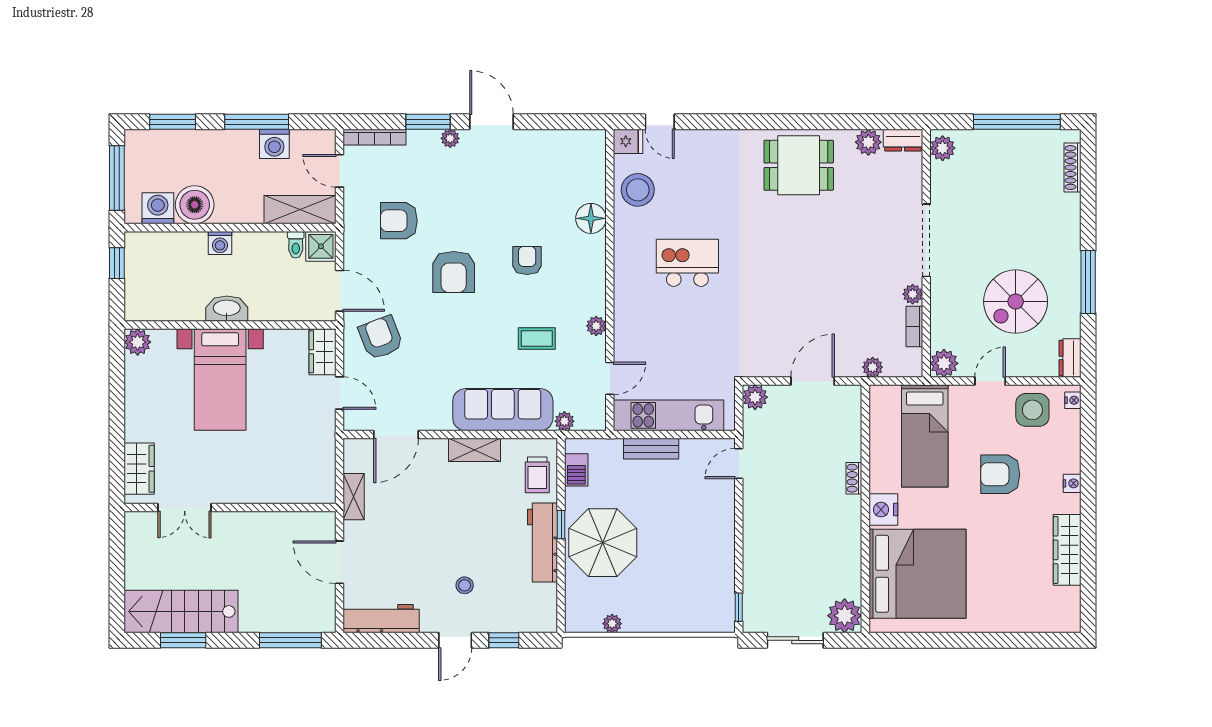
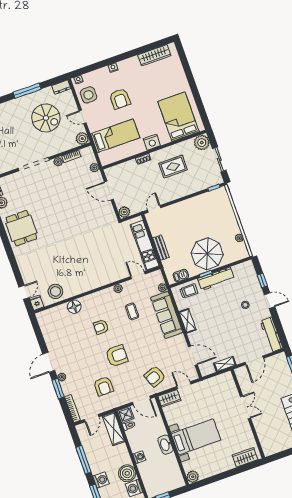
washing machine: (274, 144) -> (101, 480), moved
kitchen island: (687, 263) -> (78, 260), removed
door: (340, 291) -> (141, 400), swing flipped
door: (340, 393) -> (184, 385), hinge flipped
door: (739, 464) -> (154, 209), swing flipped
double door: (185, 508) -> (245, 407), moved
rug: (815, 536) -> (173, 167), added
wardrobe: (1067, 550) -> (154, 55), moved
bed: (917, 574) -> (178, 117), width x0.73

